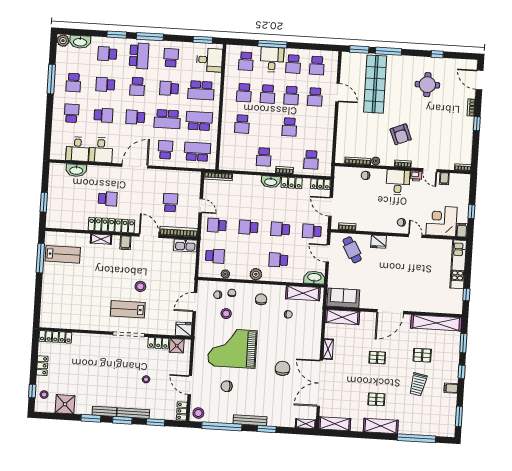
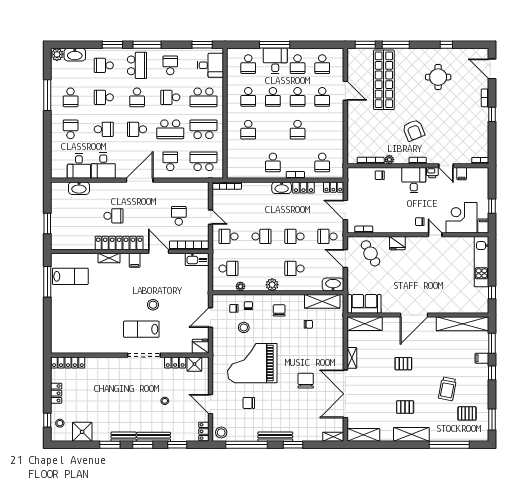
school desk: (249, 227) -> (261, 236), turned 180
pallet: (422, 355) -> (467, 413), moved
filing cabinet: (451, 388) -> (482, 358), moved

